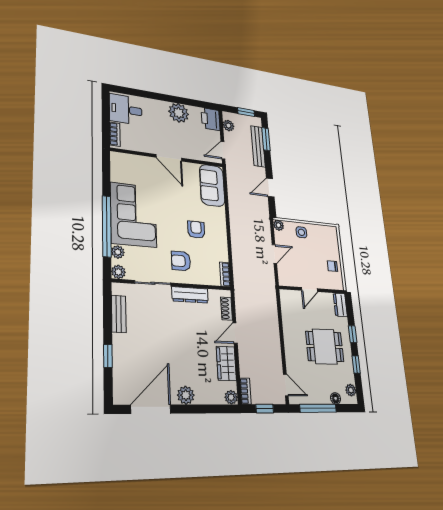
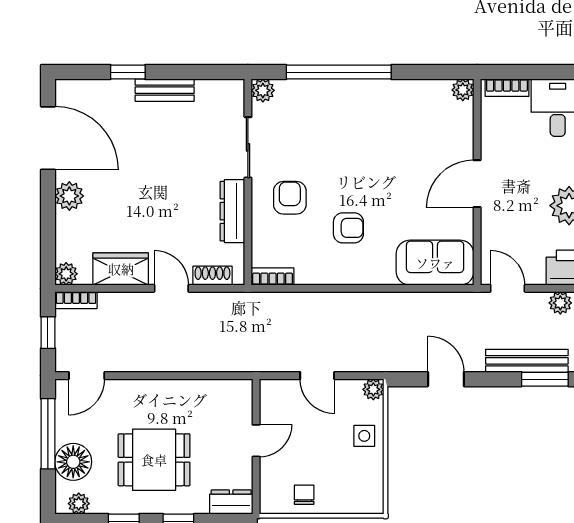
corner sofa: (133, 215) -> (363, 117), removed
plant: (118, 252) -> (463, 90), moved
door: (309, 290) -> (256, 441), swing flipped
bench: (119, 314) -> (165, 90), moved
dining table: (325, 347) -> (154, 460), turned 90
floor lamp: (336, 398) -> (73, 462), width x1.89, depth x1.89

